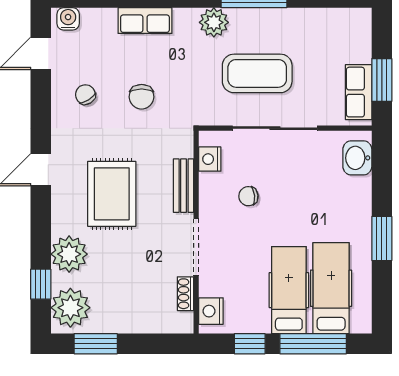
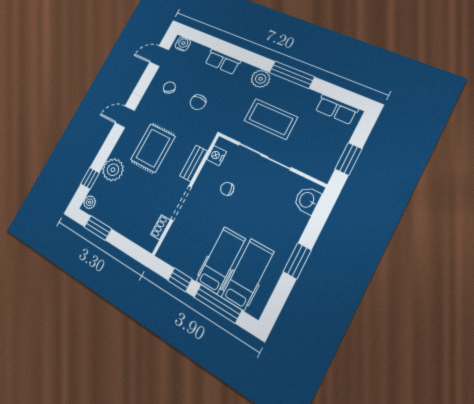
row of seats: (359, 92) -> (336, 109), moved, turned -90
plant: (70, 308) -> (90, 202), width x0.53, depth x0.53
nightstand: (211, 311) -> (169, 246), removed

